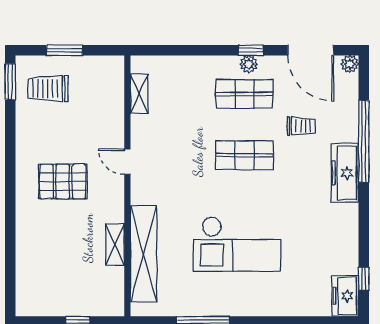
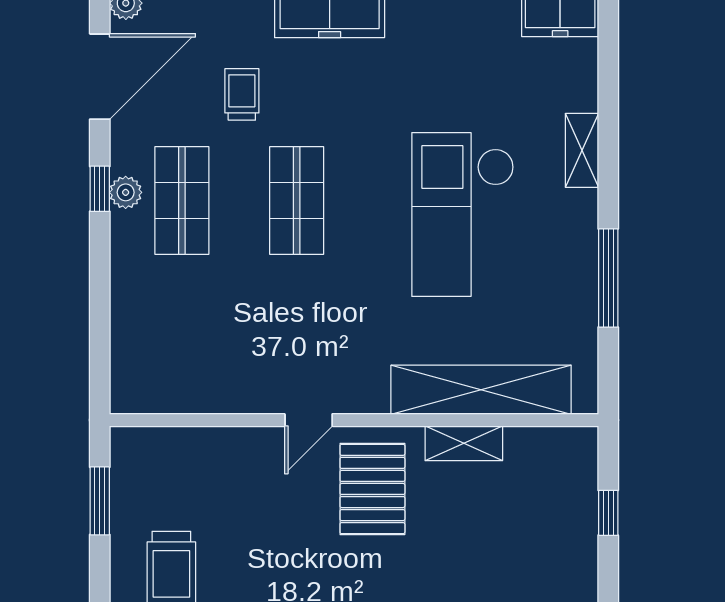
window: (65, 50) -> (100, 501), moved
shelving: (139, 94) -> (582, 150), moved, turned 90
pallet: (63, 182) -> (372, 489), moved
checkout: (237, 244) -> (463, 215), turned 180

